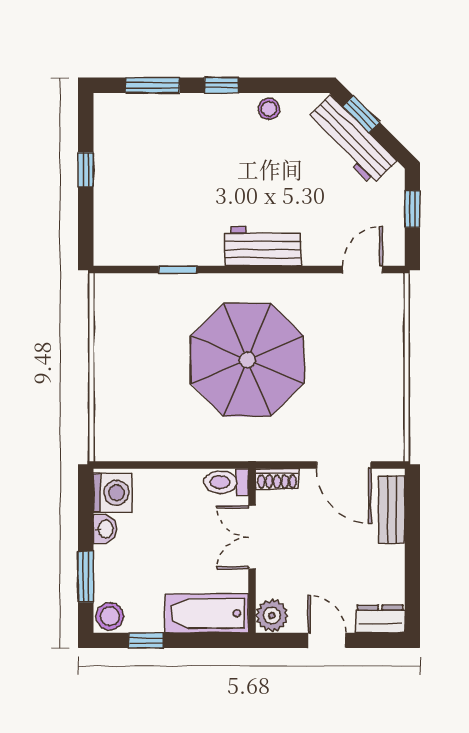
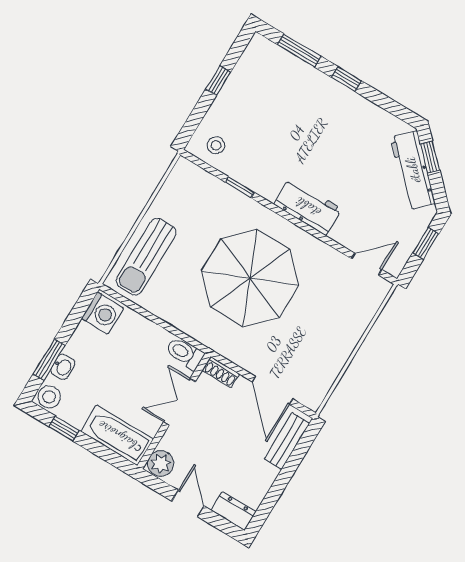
stool: (269, 109) -> (216, 145), moved
sun lounger: (123, 404) -> (146, 257), added
washbasin: (105, 529) -> (63, 367), moved

